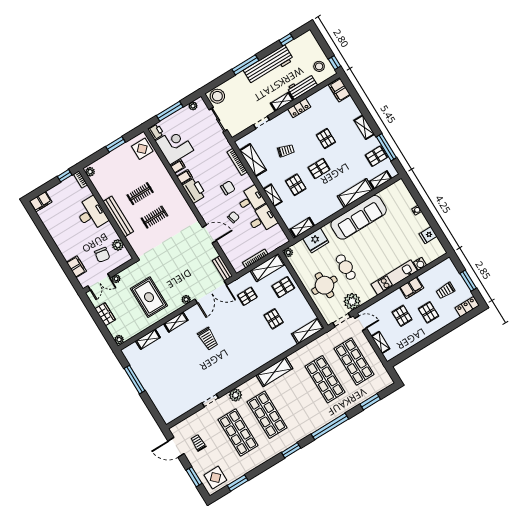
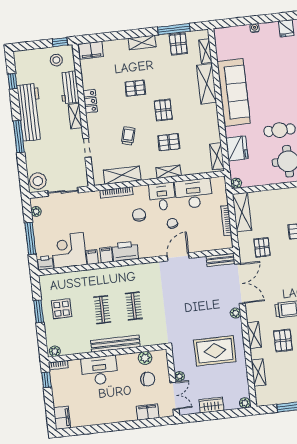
display table: (142, 149) -> (62, 309), moved
desk: (262, 219) -> (194, 194), width x1.37
pallet: (283, 287) -> (283, 340), moved

